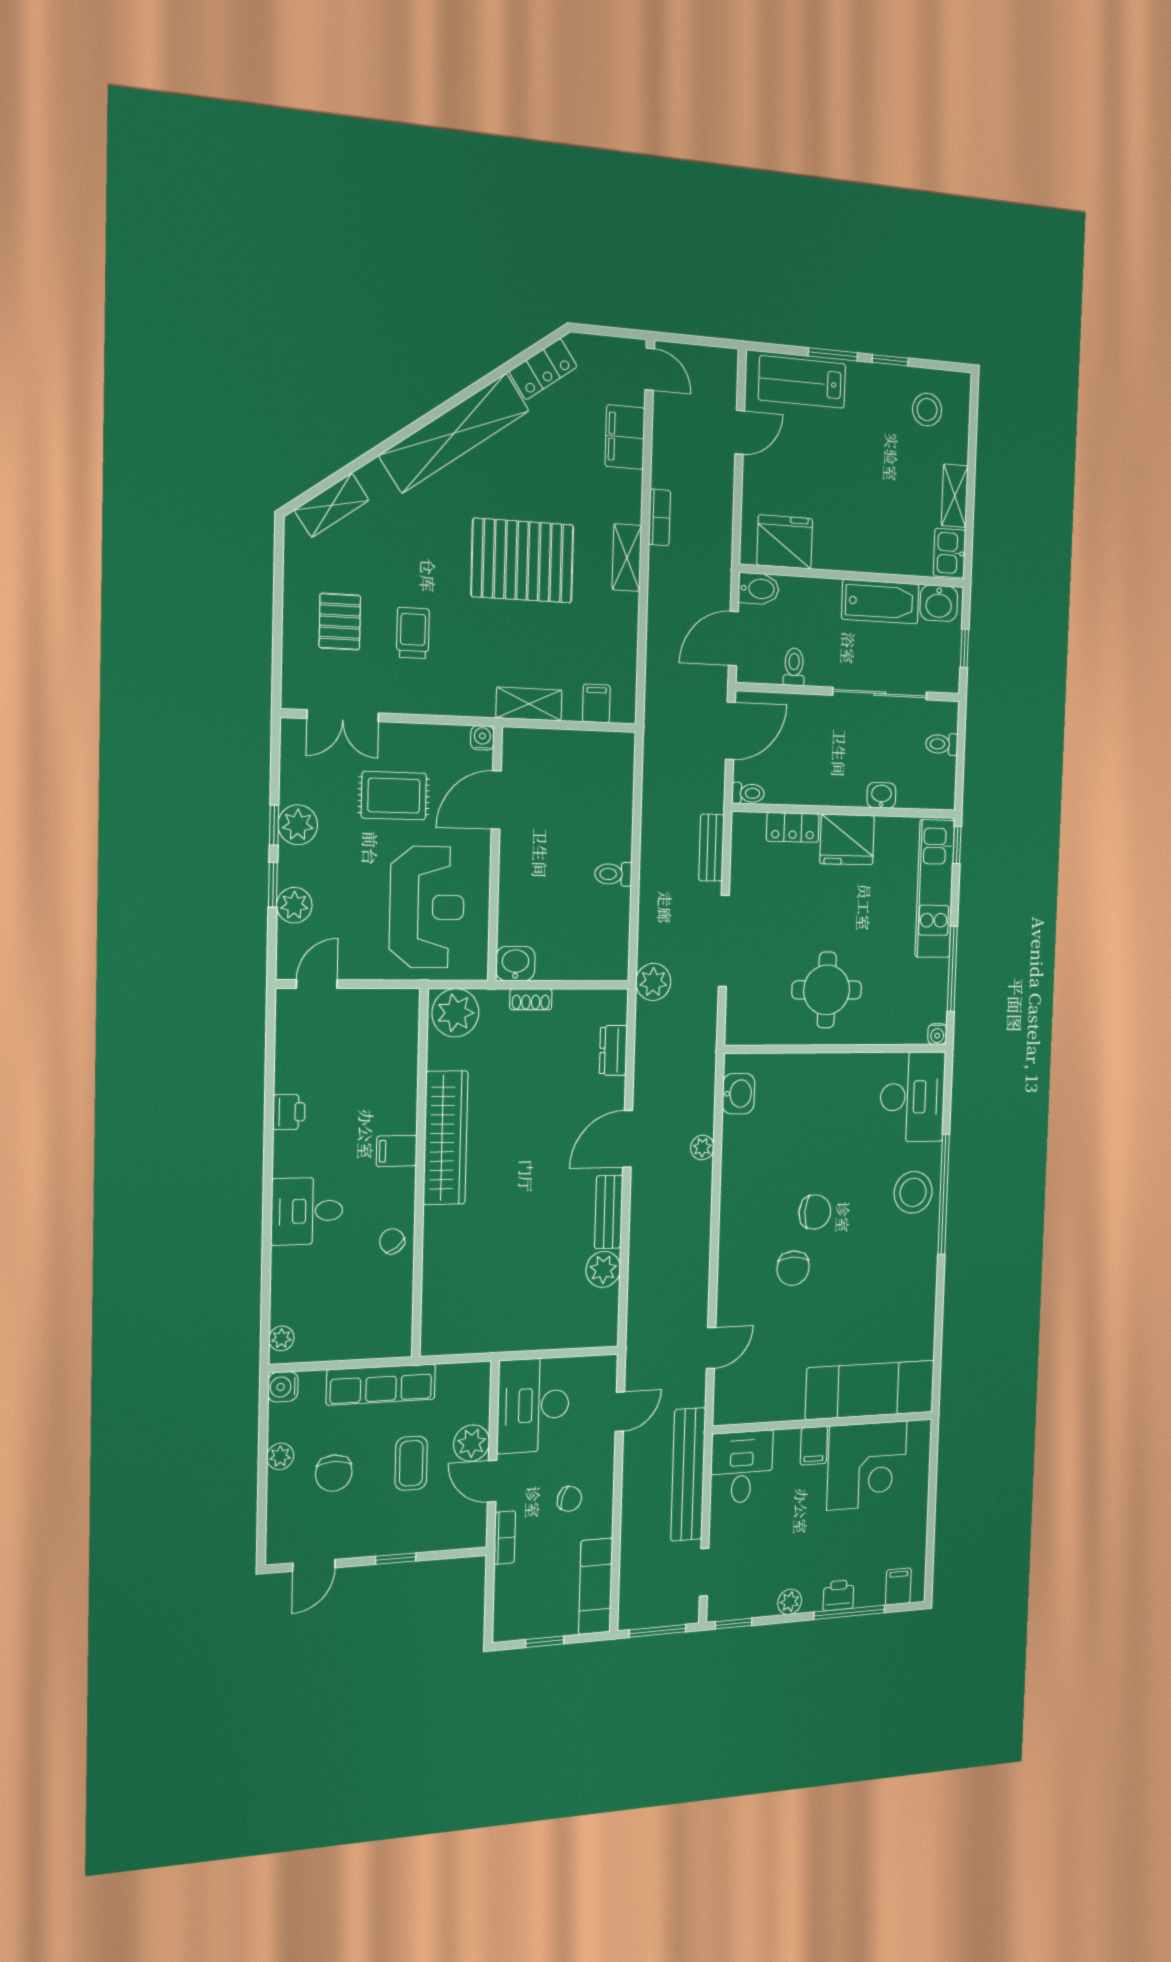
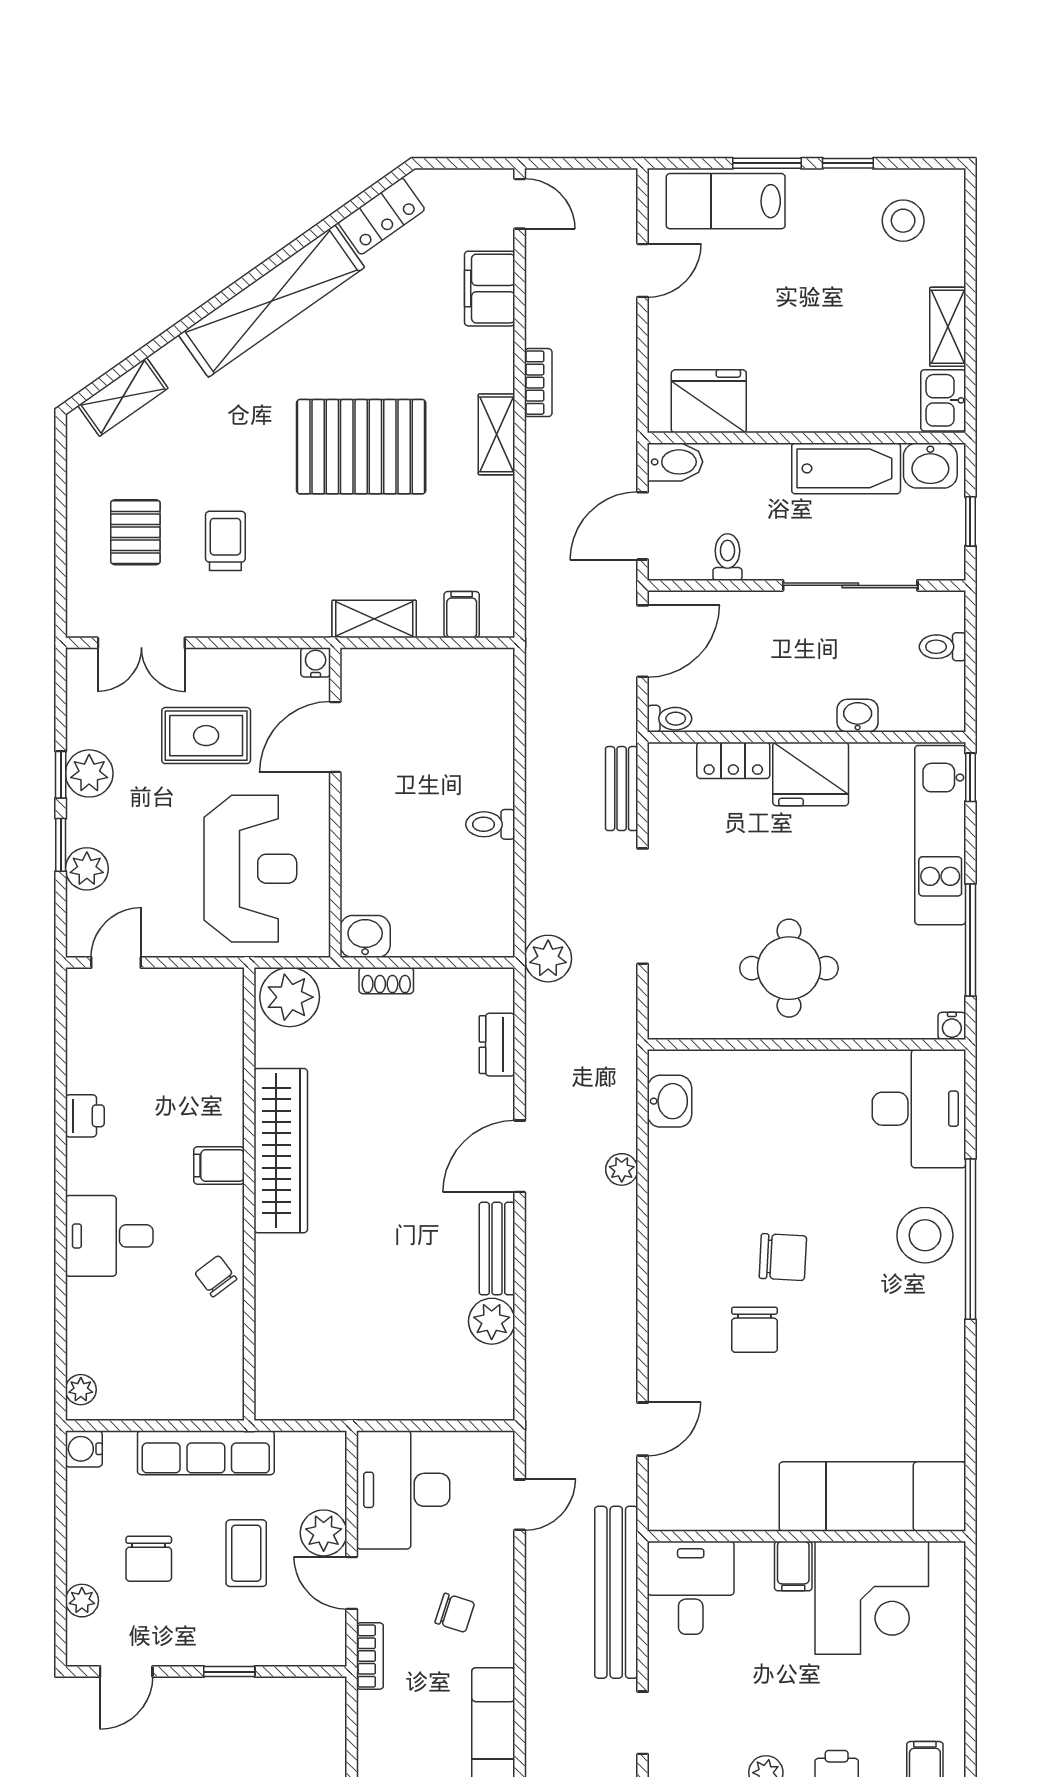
plant: (280, 1456) -> (82, 1601), moved

